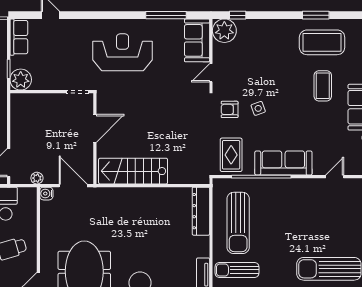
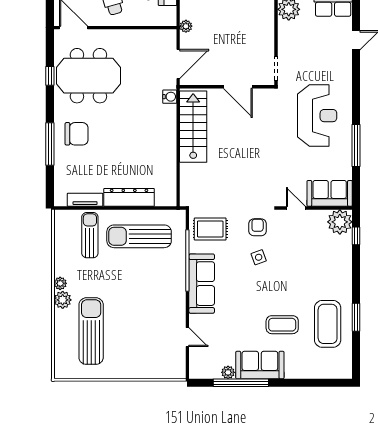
window: (166, 15) -> (356, 145), moved
water cooler: (46, 194) -> (170, 97), moved, turned 90
dresser: (201, 211) -> (129, 197), moved

